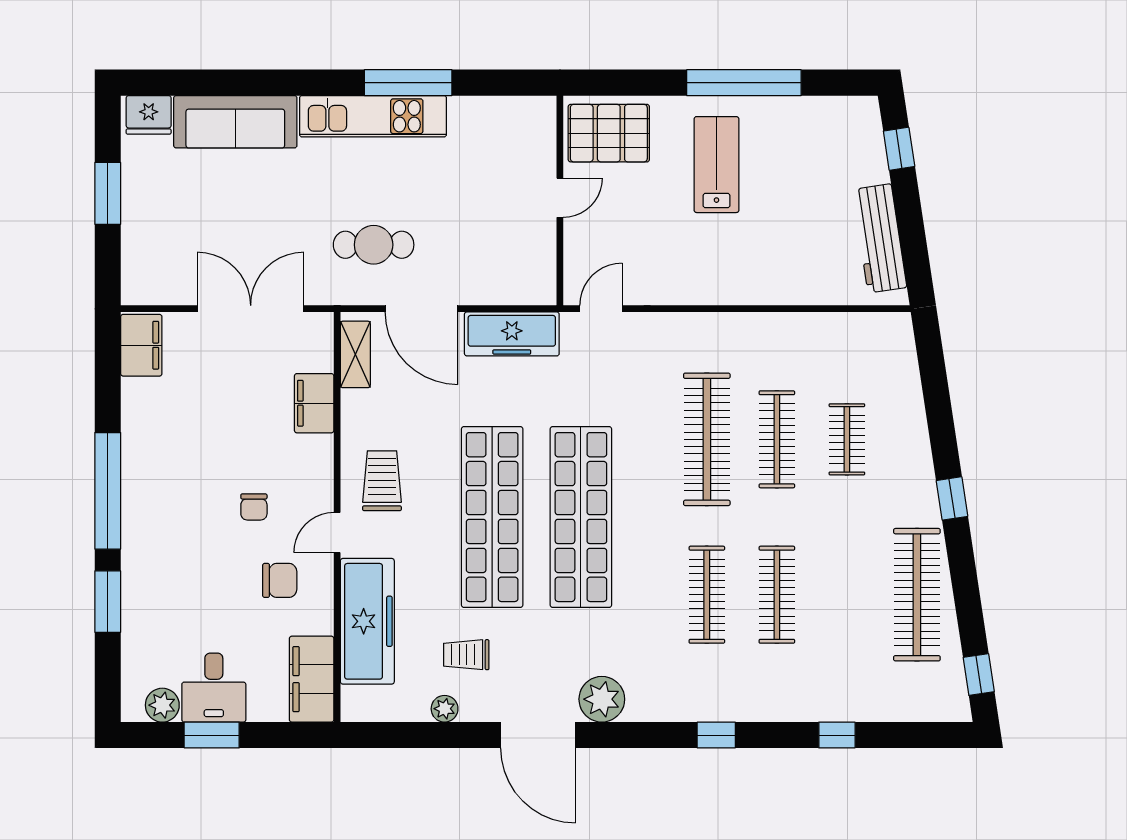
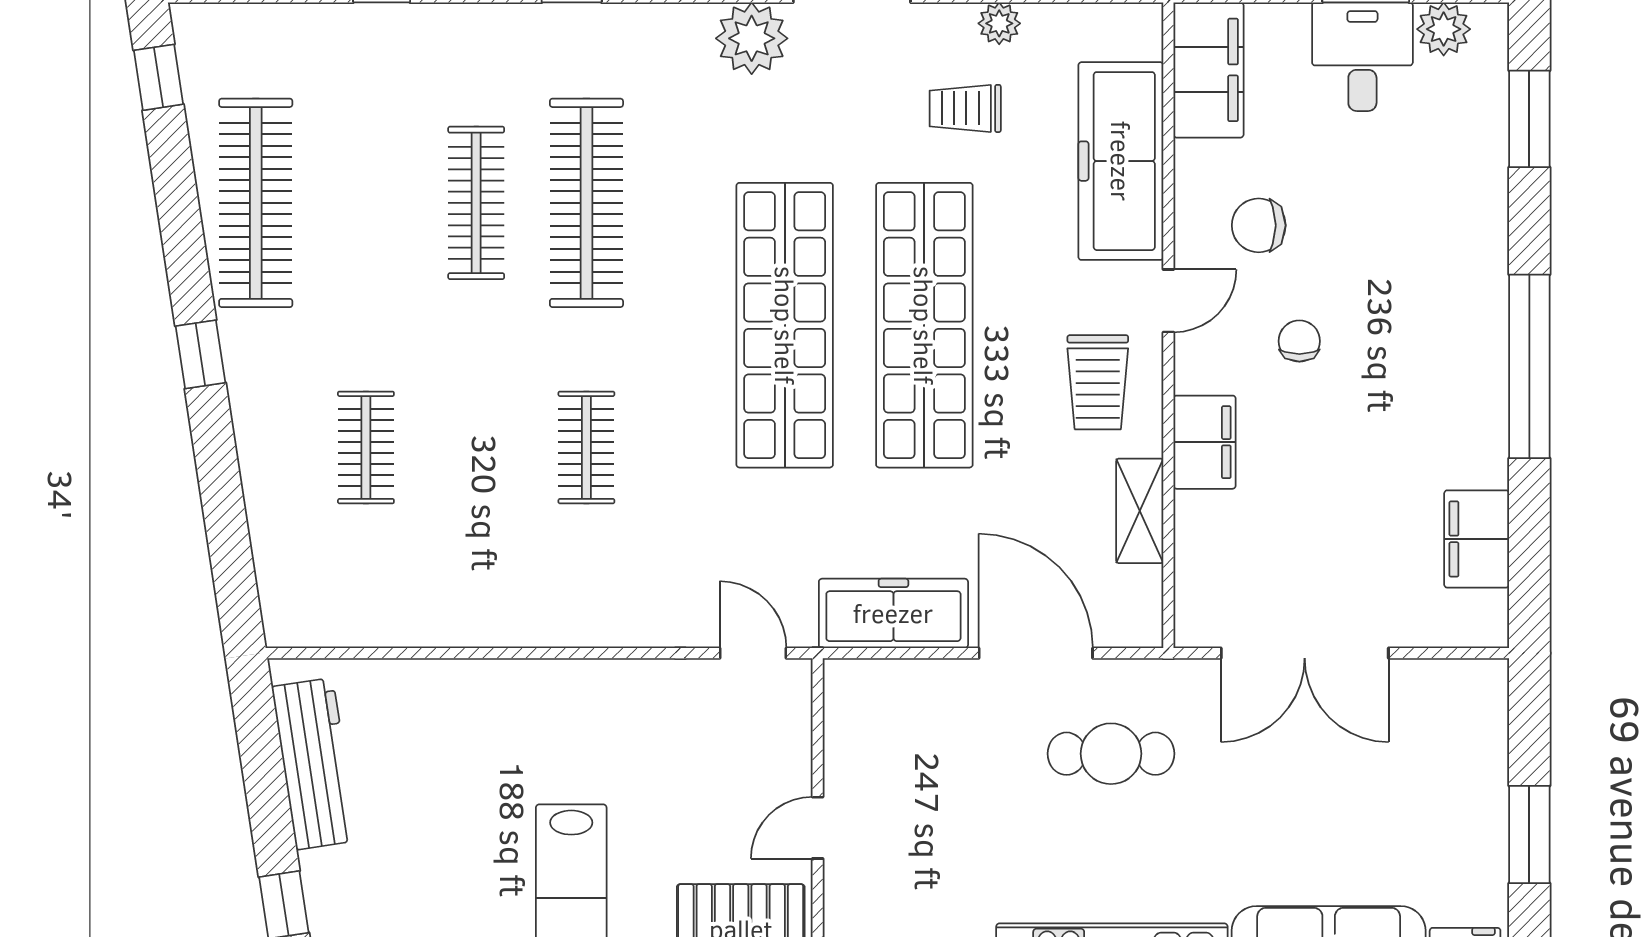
door: (601, 309) -> (753, 653), swing flipped
filing cabinet: (141, 345) -> (1477, 539), moved
shelving: (355, 354) -> (1140, 511), moved
filing cabinet: (314, 403) -> (1205, 442), moved
clothes rail: (707, 439) -> (586, 447), width x0.54, depth x0.76
clothes rail: (777, 439) -> (476, 447), removed
clothes rail: (707, 595) -> (586, 203), width x1.37, depth x1.31
window: (108, 602) -> (1529, 119), moved
trolley: (466, 655) -> (965, 108), turned 180

